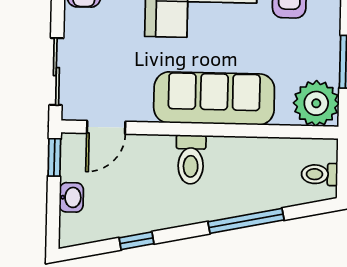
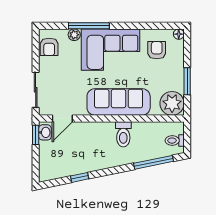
toilet: (191, 160) -> (123, 134), moved
washbasin: (71, 197) -> (45, 132), moved
window: (246, 221) -> (154, 162), moved

